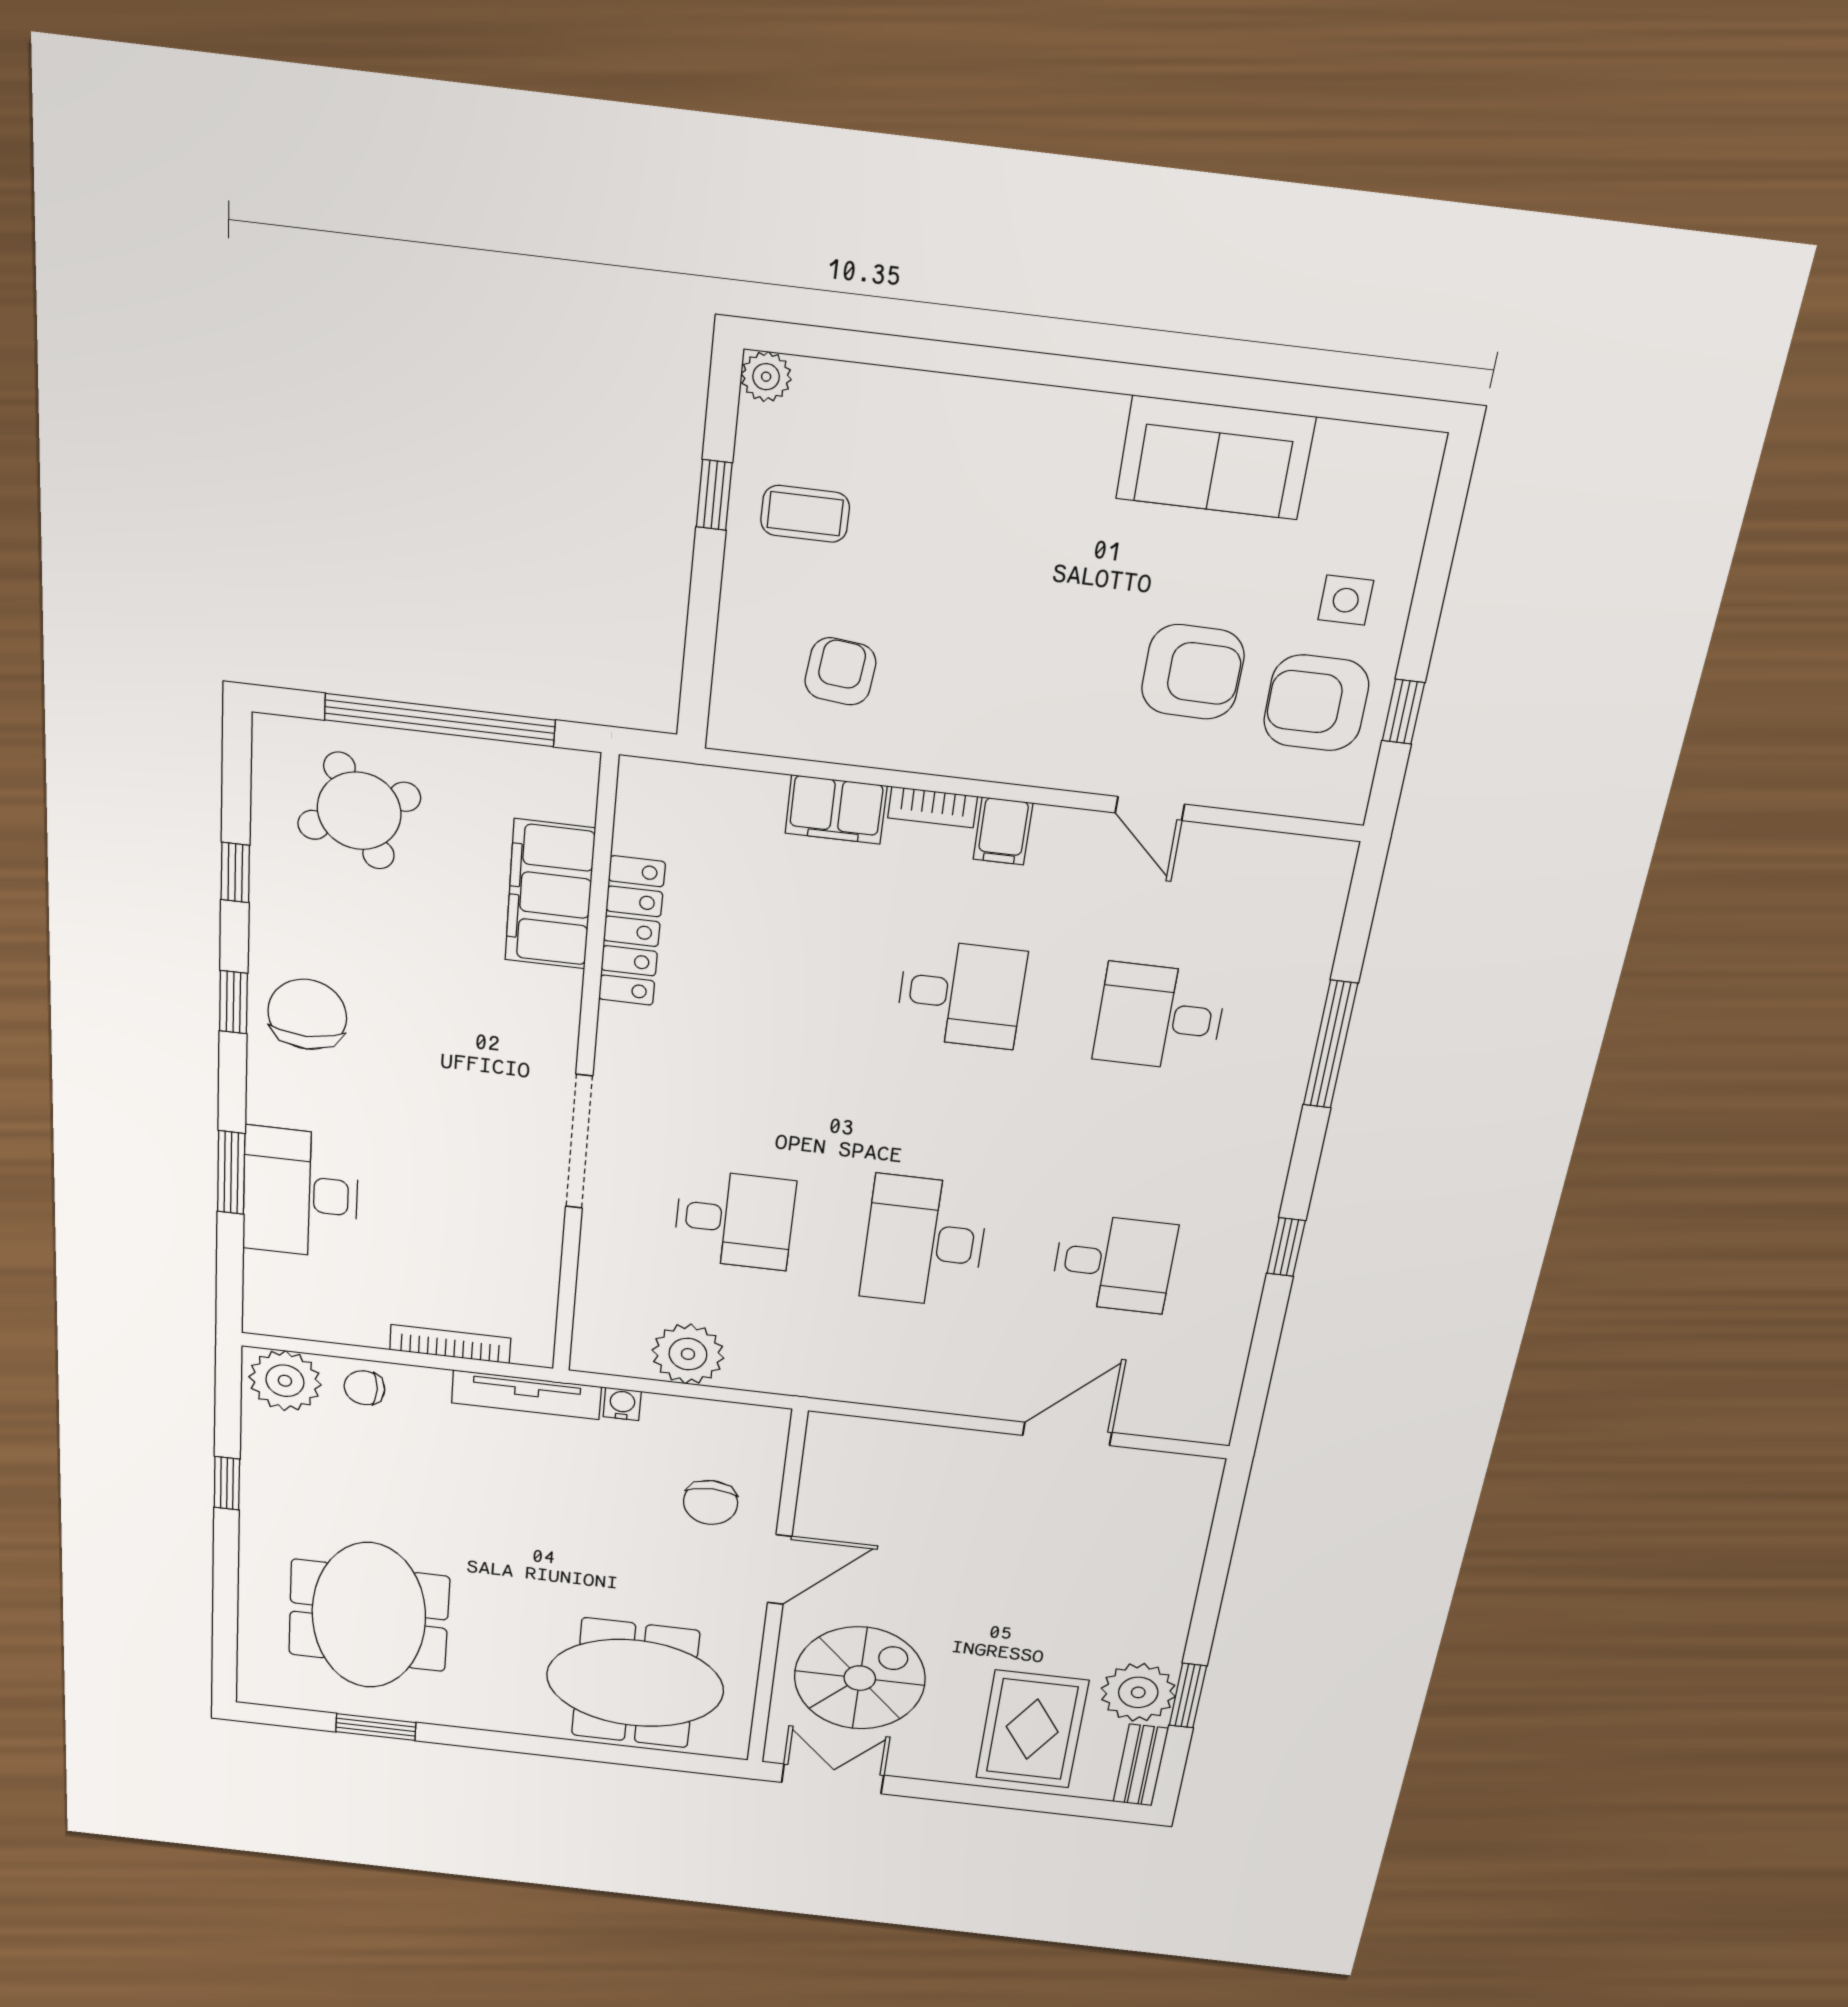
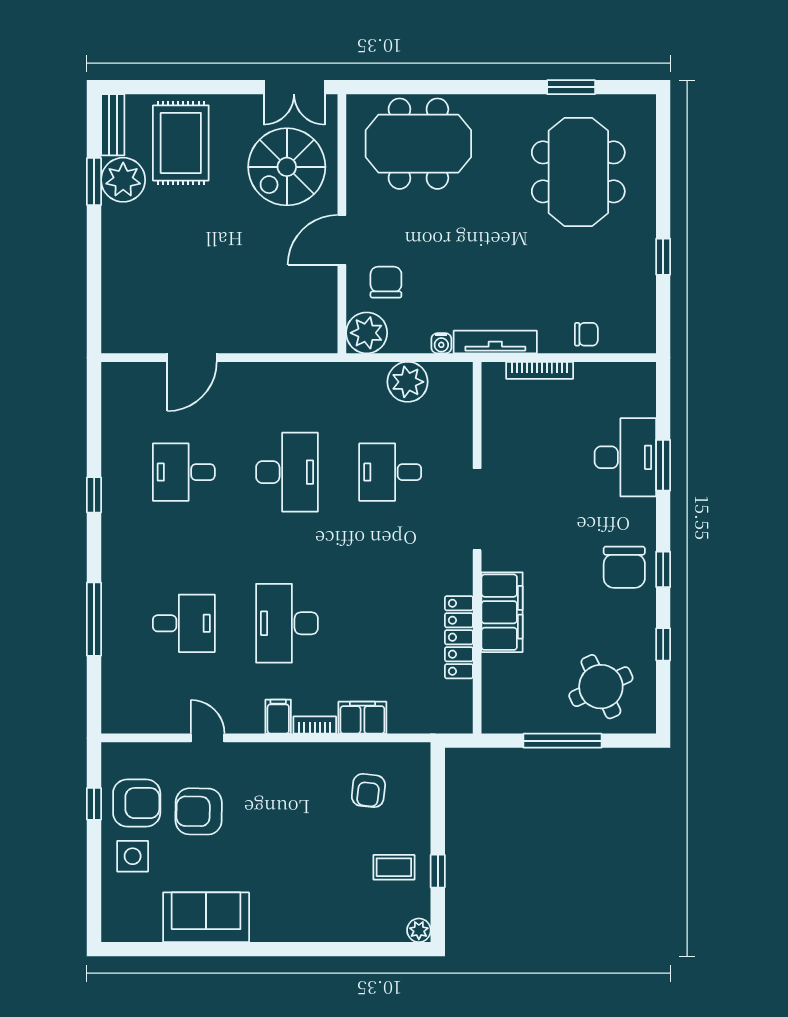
side table: (1346, 600) -> (133, 856), width x1.37, depth x1.37
window: (440, 720) -> (563, 741), width x0.68
filing cabinet: (550, 894) -> (502, 612), moved
desk: (961, 994) -> (287, 623), width x1.37
plant: (285, 1381) -> (367, 333), moved

